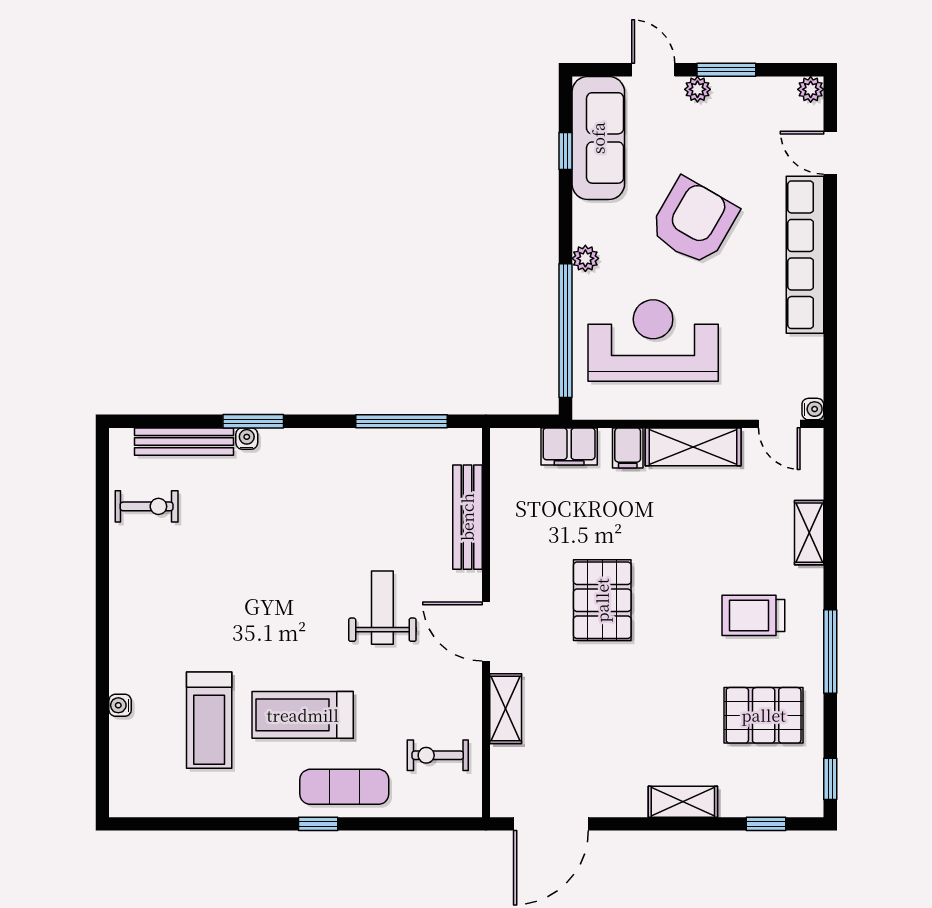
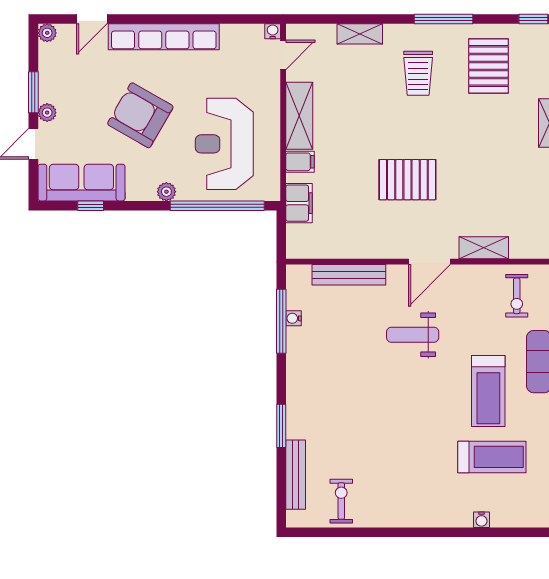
water cooler: (247, 439) -> (293, 318), moved

